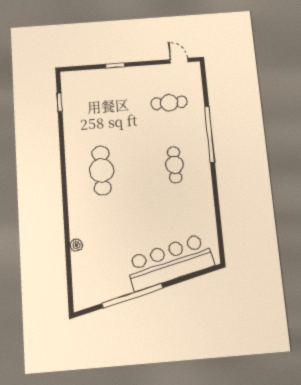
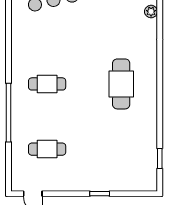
cafe table: (175, 165) -> (47, 84), turned 90

